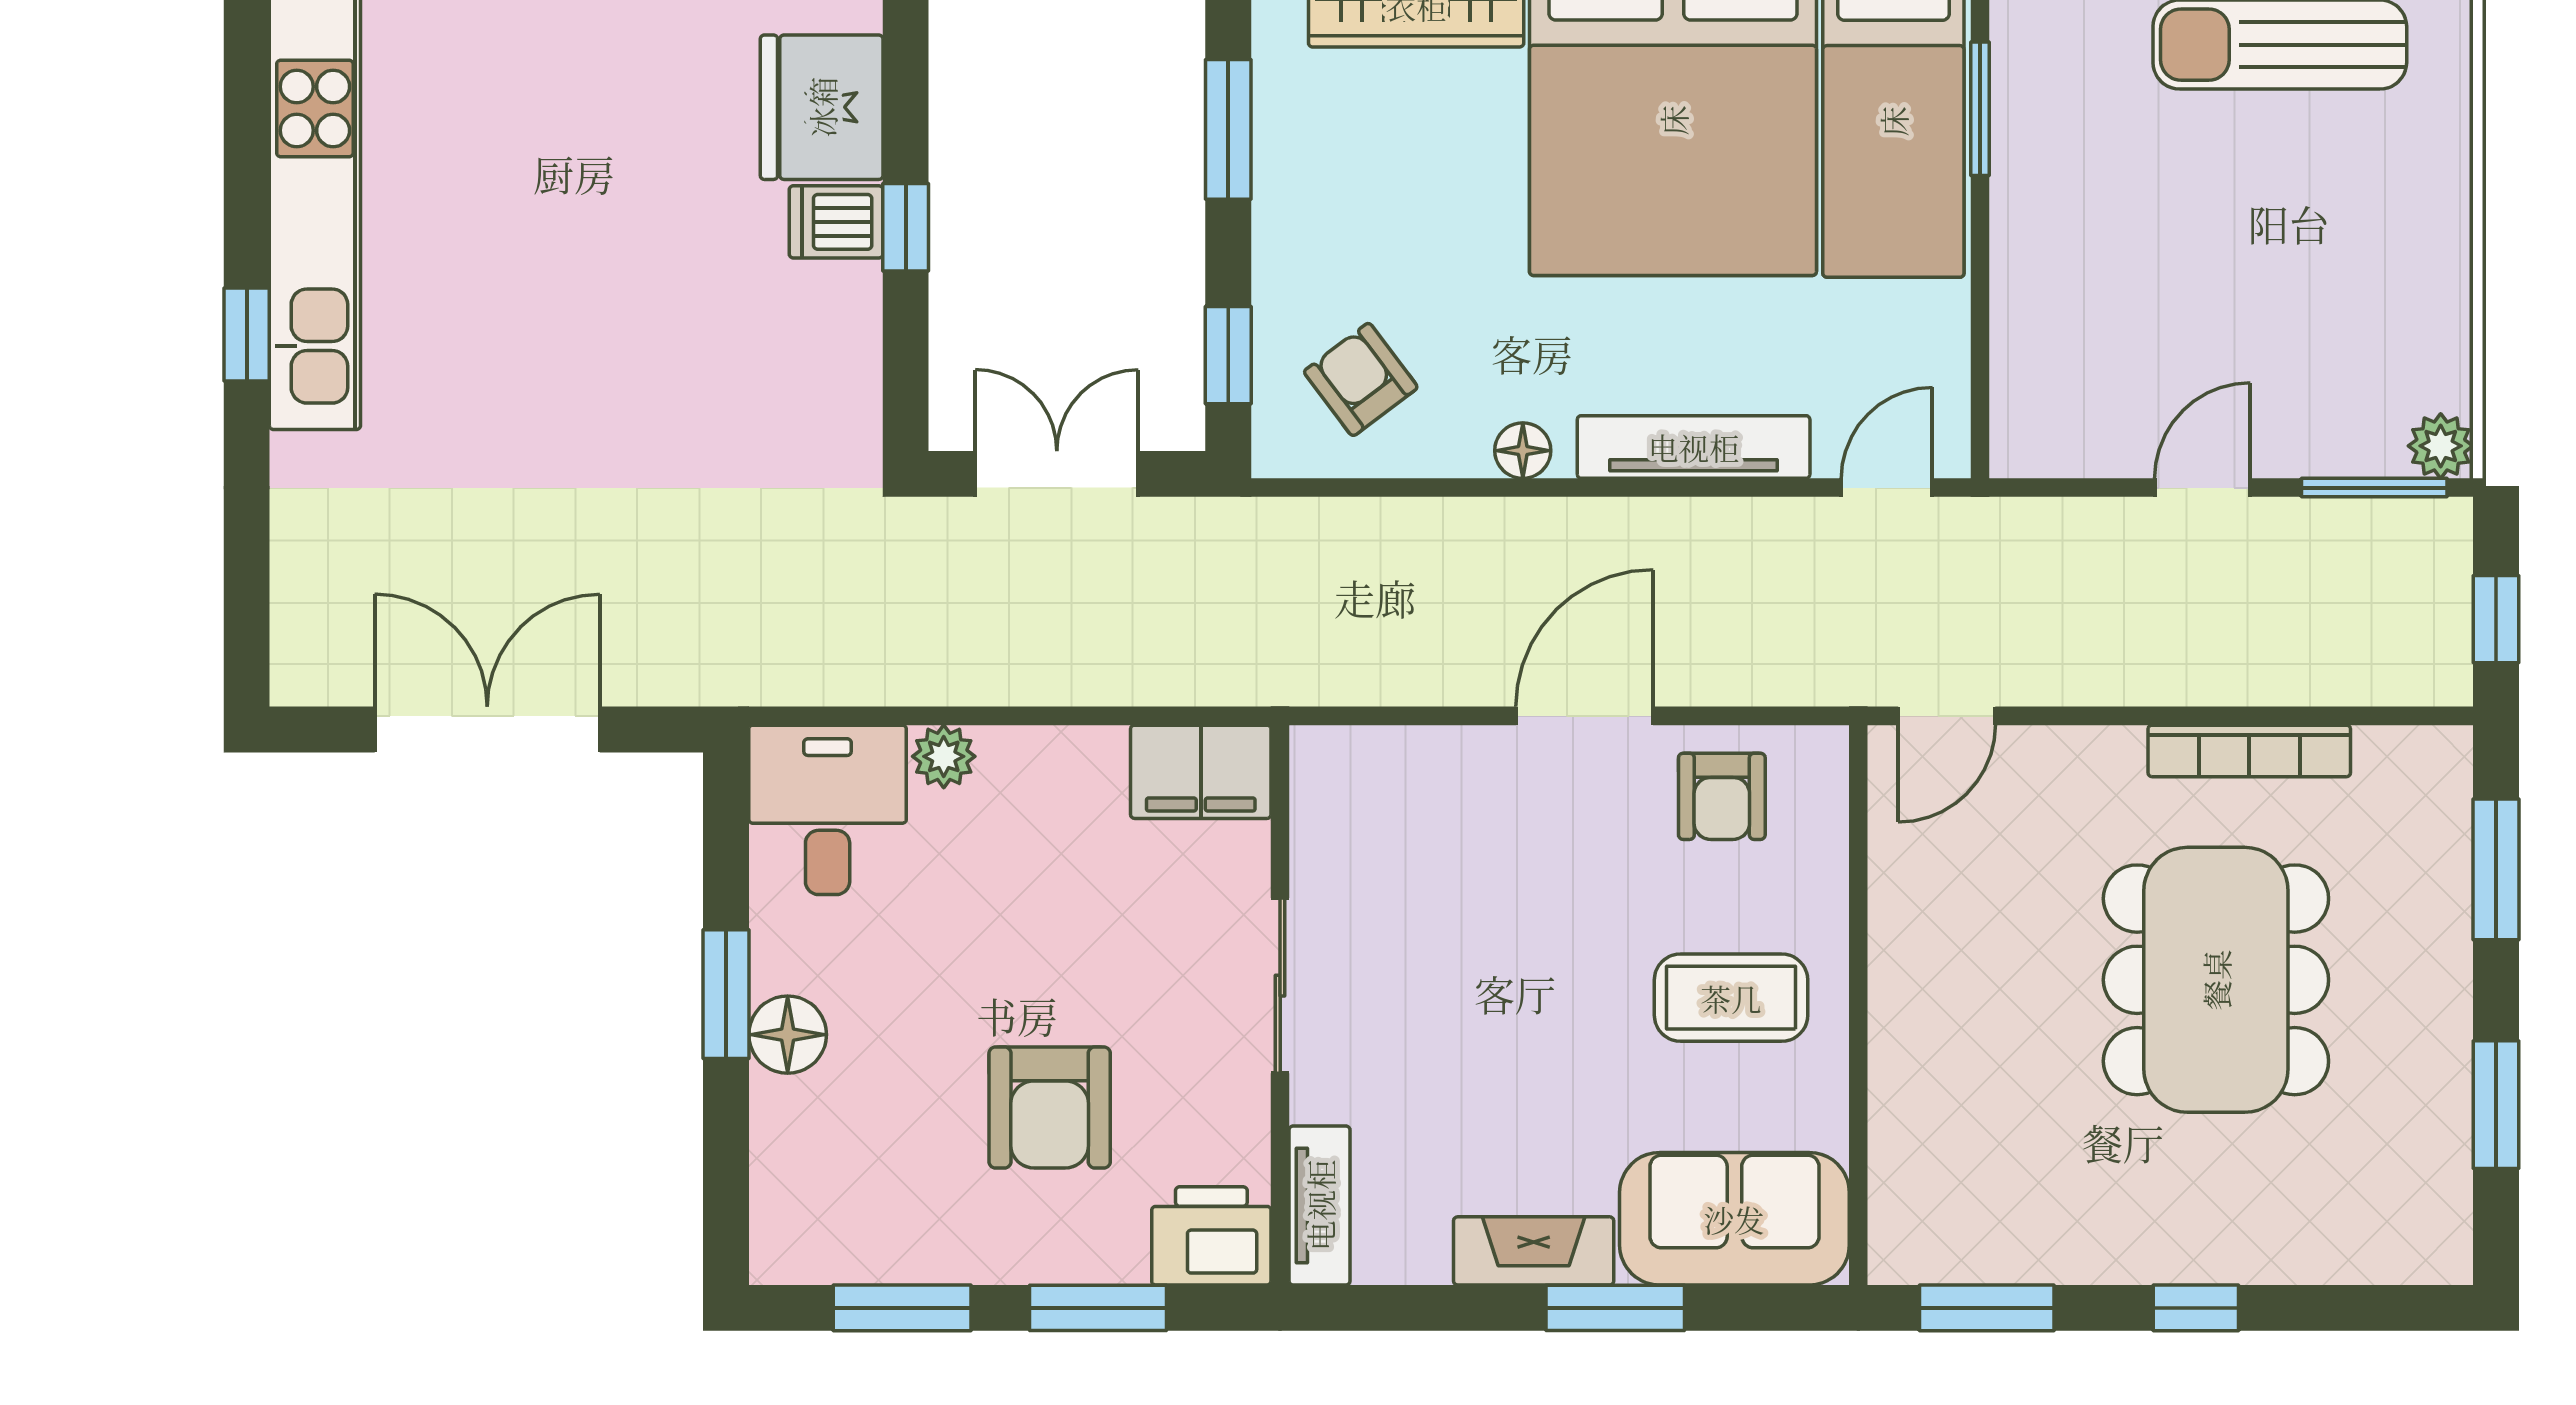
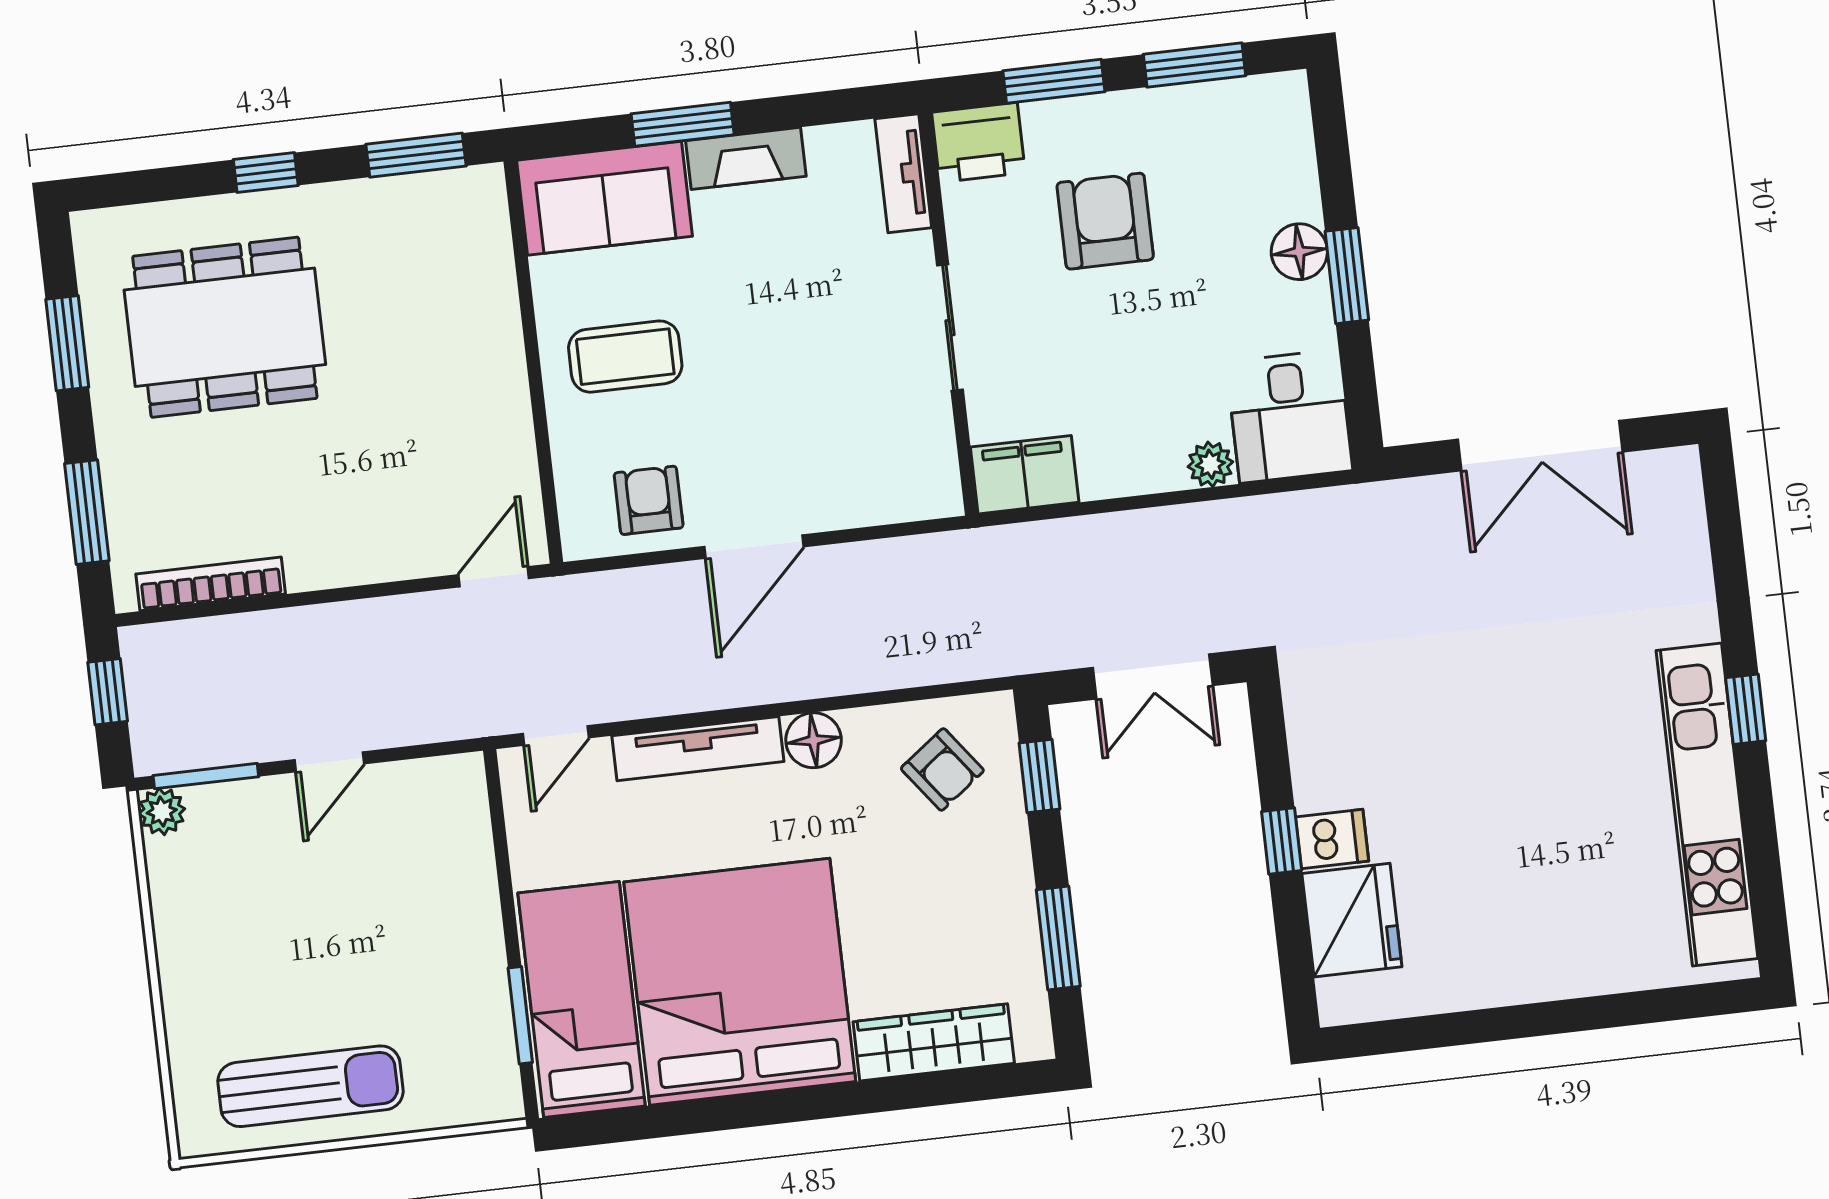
floor lamp: (1523, 451) -> (814, 740), width x1.37, depth x1.37
bookcase: (2249, 751) -> (211, 584), moved
dining table: (2216, 980) -> (225, 327), moved, turned 90

